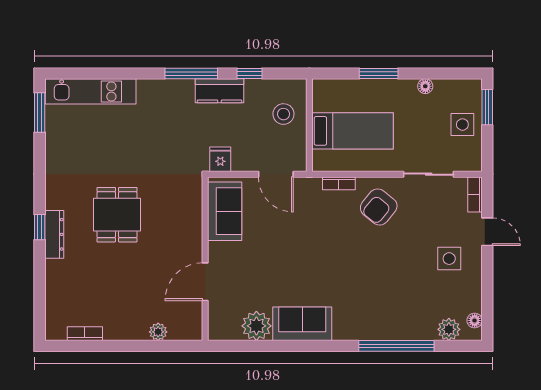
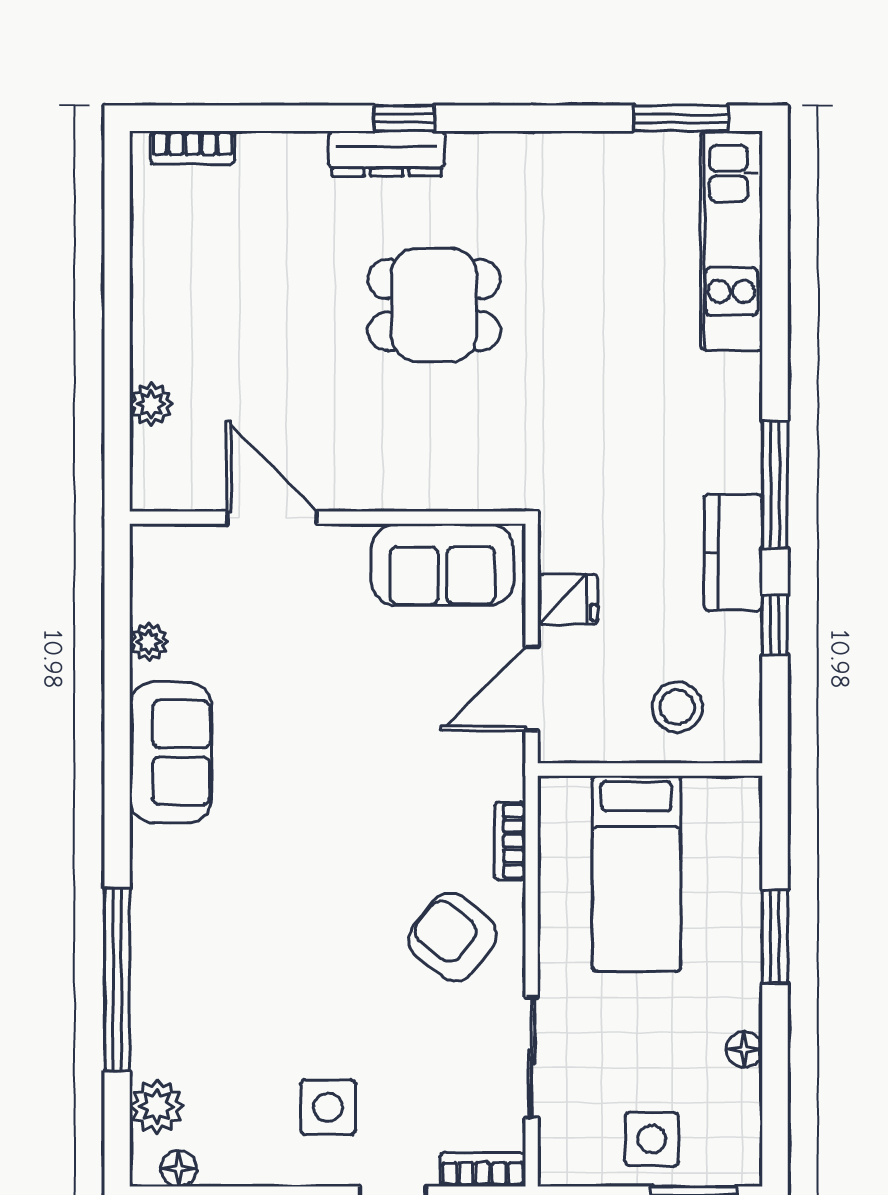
fridge: (220, 159) -> (568, 599), moved
plant: (256, 326) -> (149, 642), width x0.53, depth x0.53
bookcase: (85, 334) -> (193, 148), moved, turned 90

